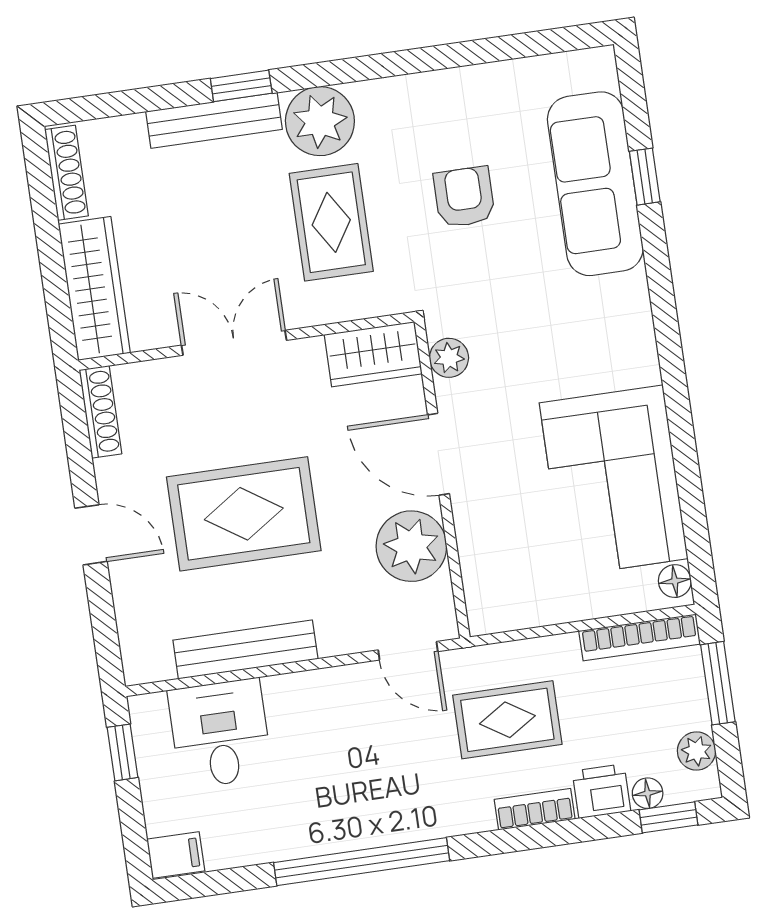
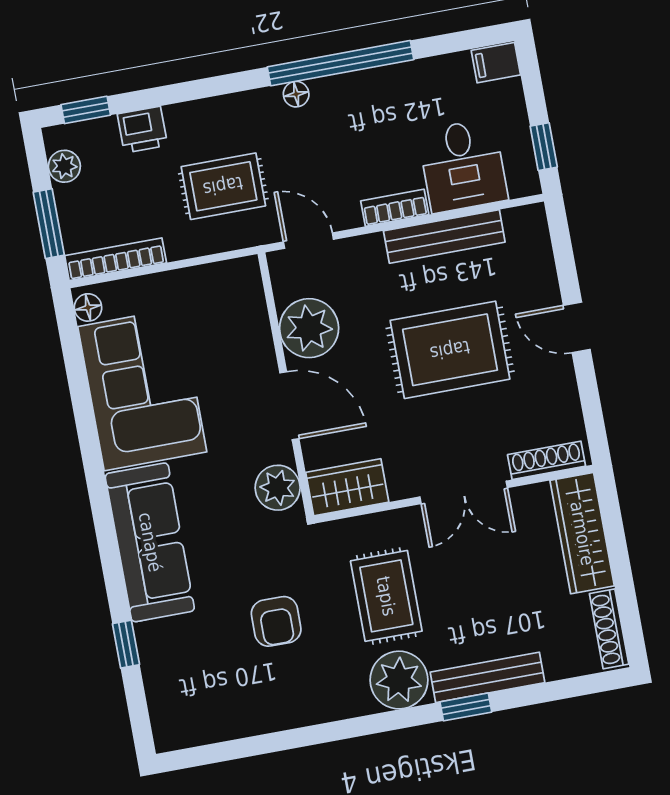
sofa: (595, 184) -> (150, 542), moved
plant: (449, 358) -> (278, 488), width x1.38, depth x1.38
shoe rack: (100, 412) -> (547, 460), moved, turned 90
floor lamp: (648, 793) -> (296, 94), moved
bookcase: (535, 809) -> (395, 208), moved, turned 180

